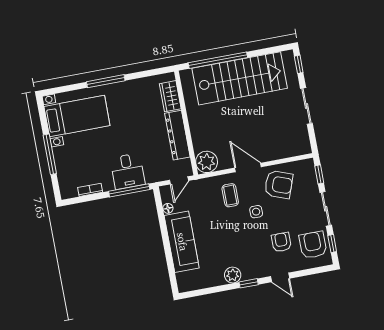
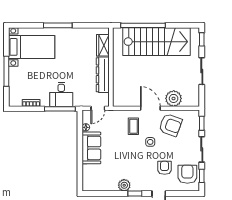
plant: (207, 162) -> (174, 98), moved
sofa: (182, 242) -> (91, 148), width x0.73

